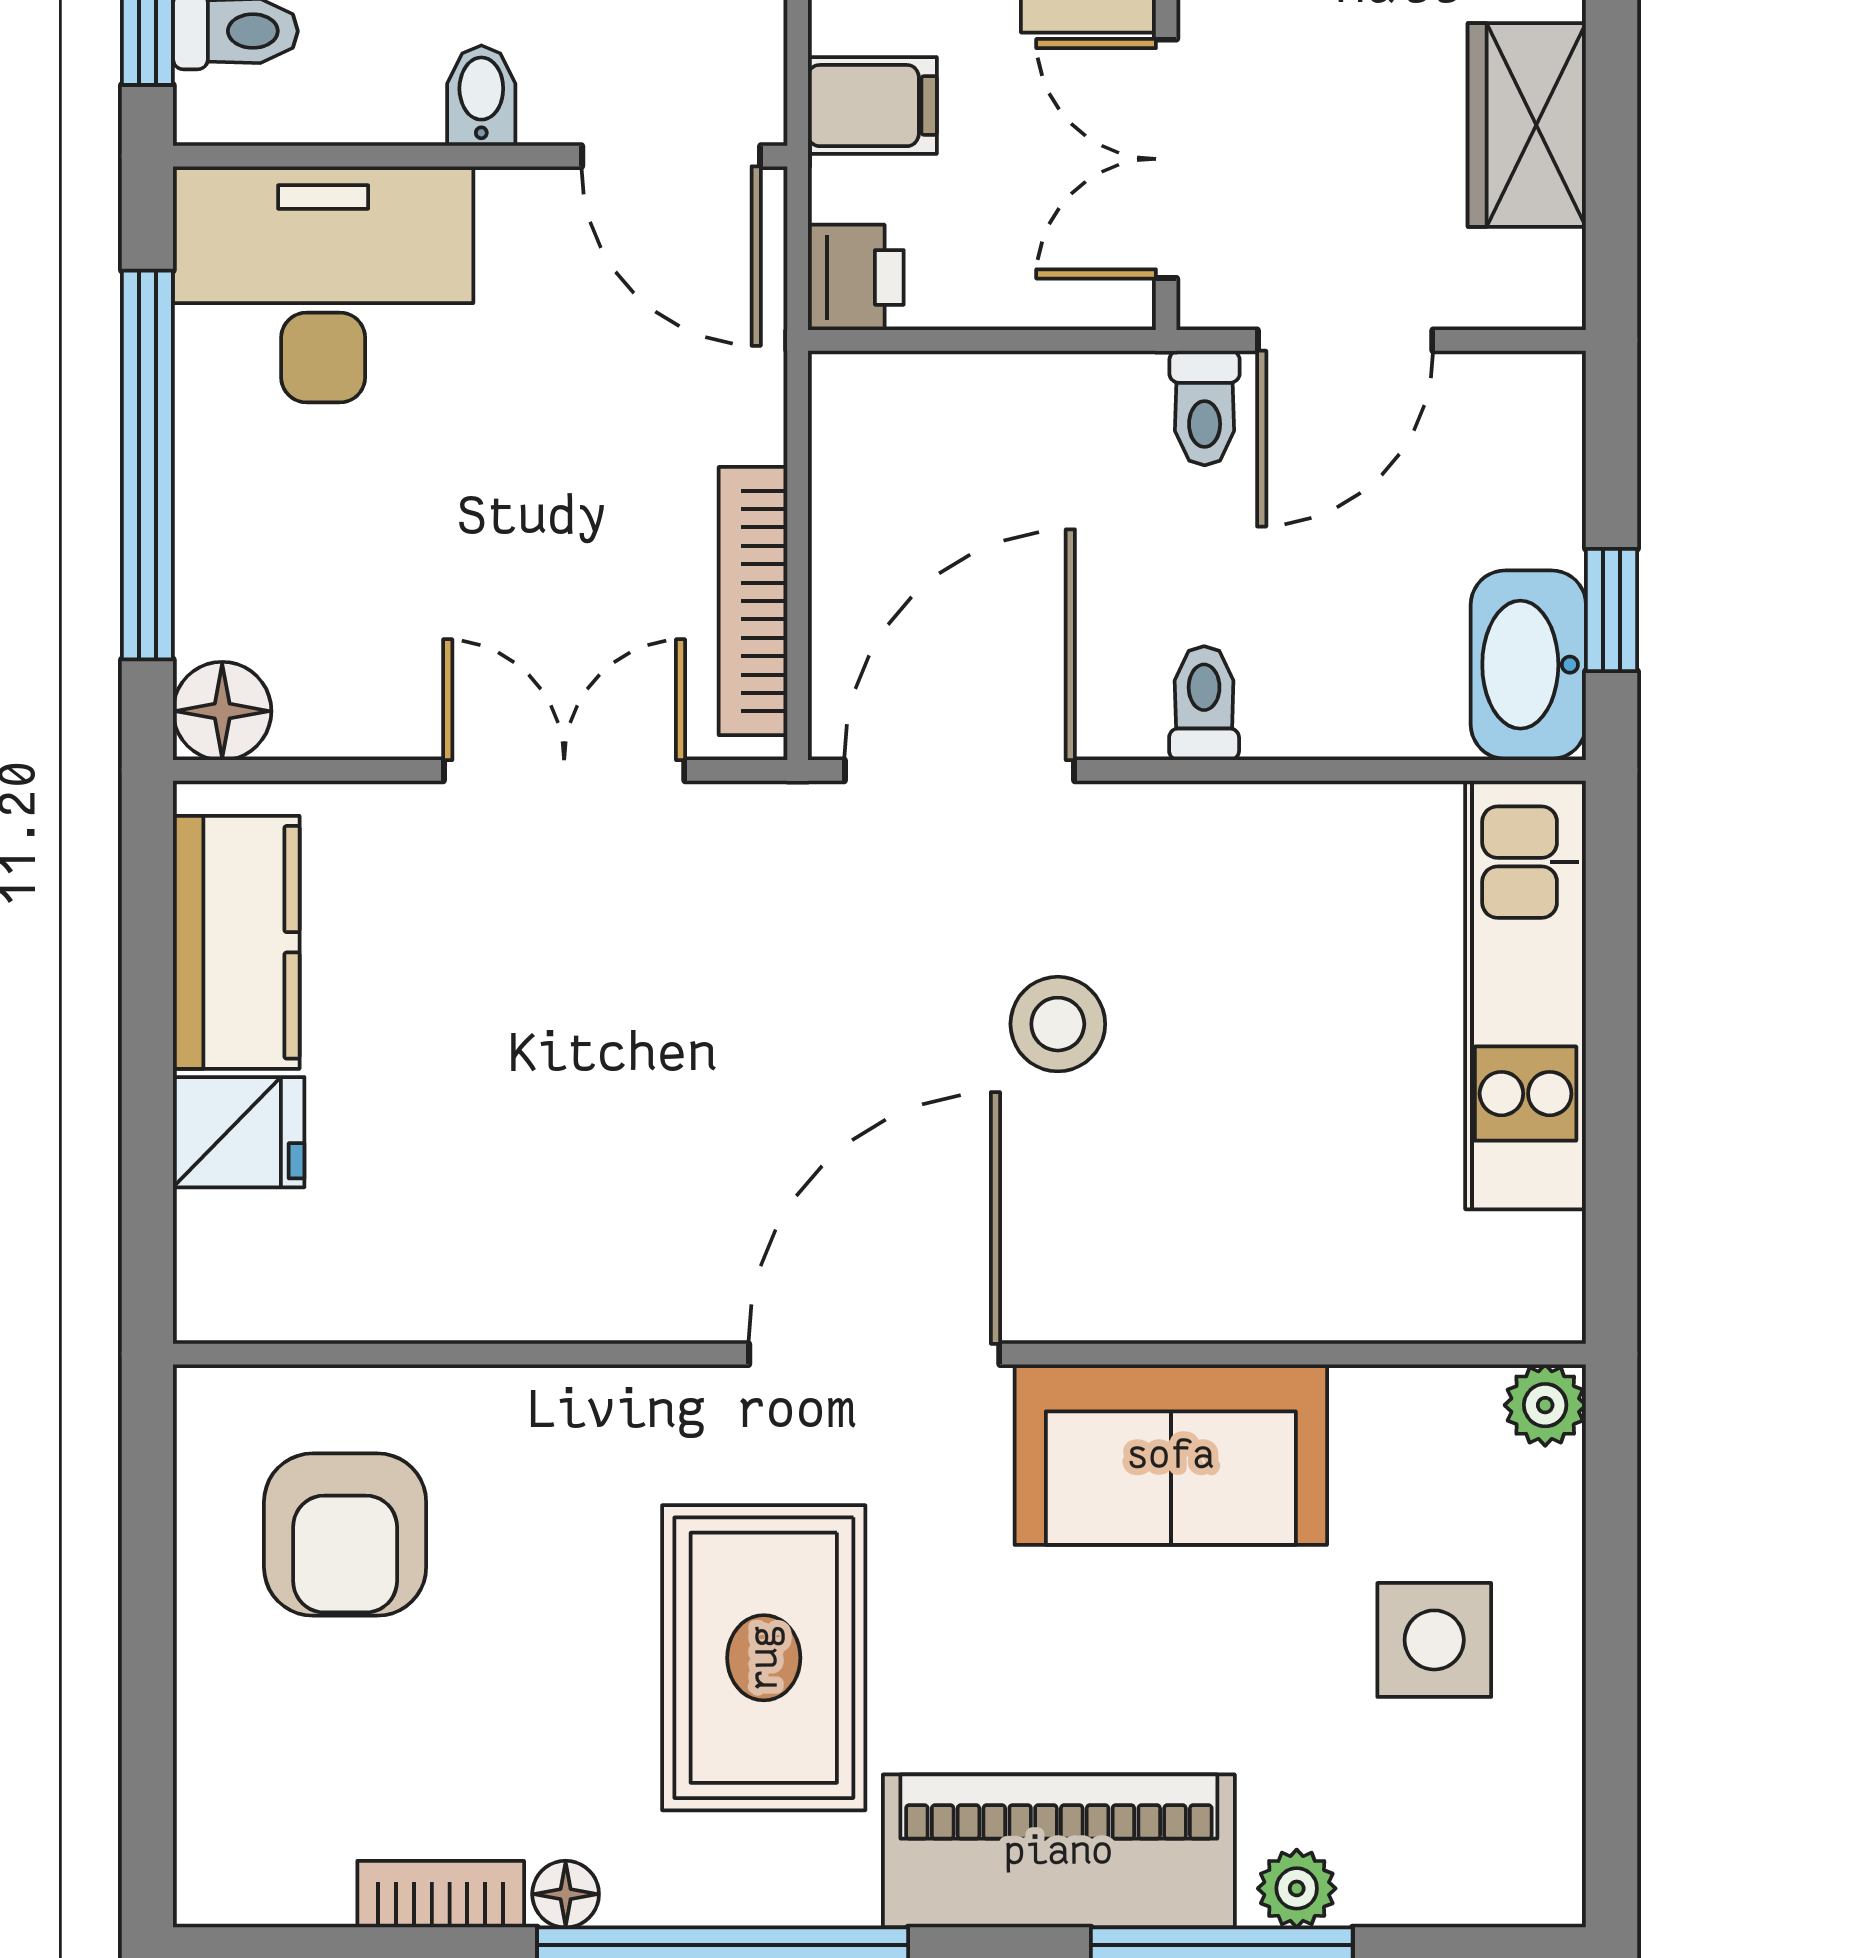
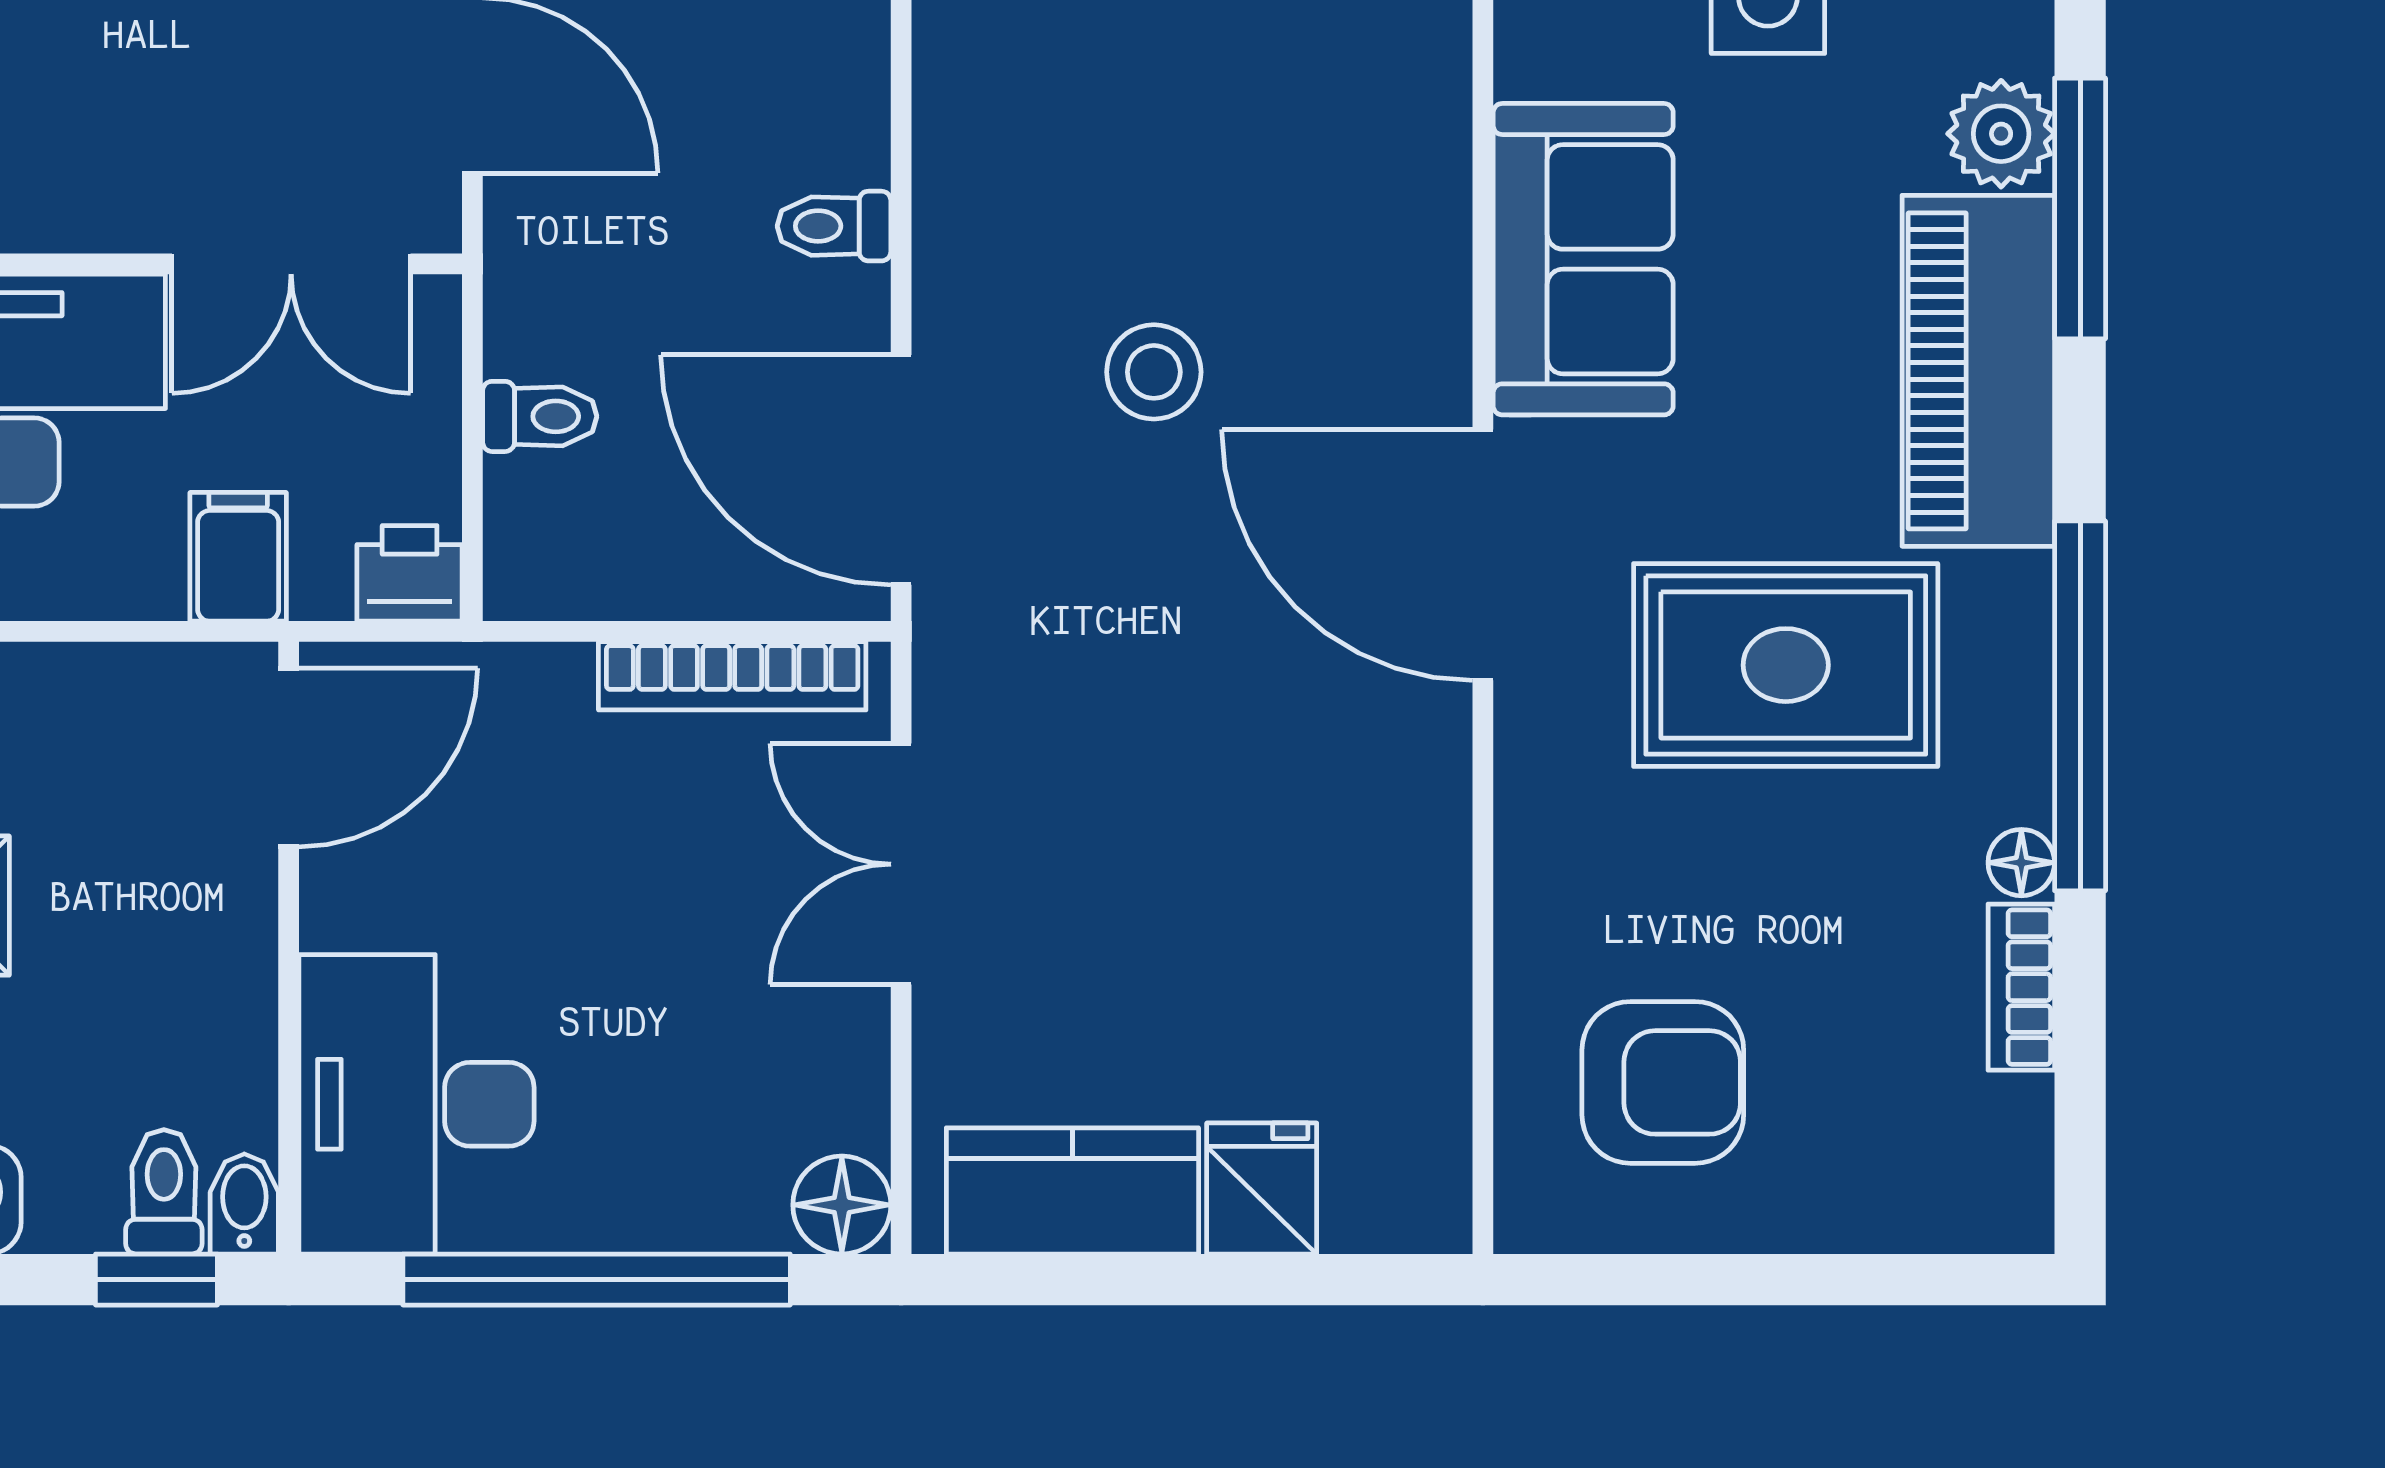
bidet: (481, 96) -> (244, 1204), moved, turned 90
toilet: (1205, 408) -> (540, 416), moved
plant: (1297, 1888) -> (2001, 134), width x1.38, depth x1.38

